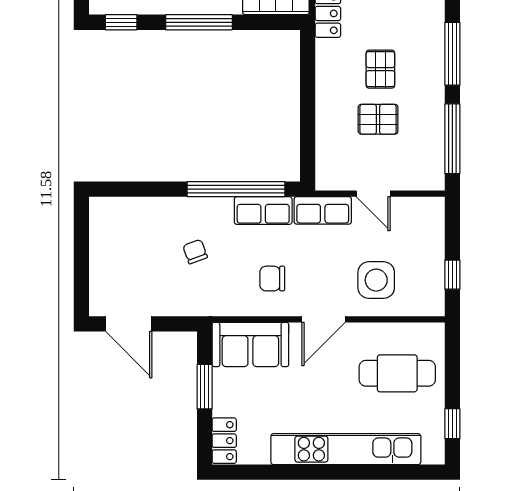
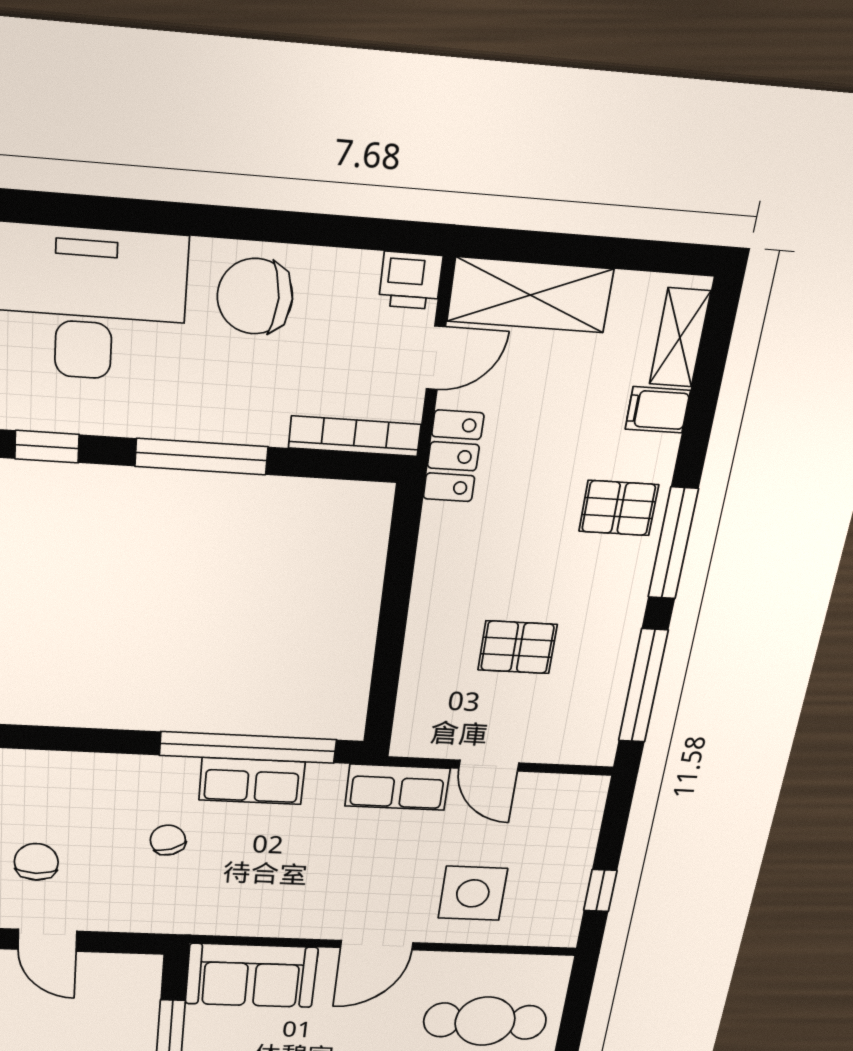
pallet: (380, 69) -> (619, 508), moved, turned 90
row of seats: (263, 211) -> (252, 781), moved
chair: (272, 279) -> (36, 862), moved, turned 90
door: (129, 324) -> (47, 940), width x0.73

